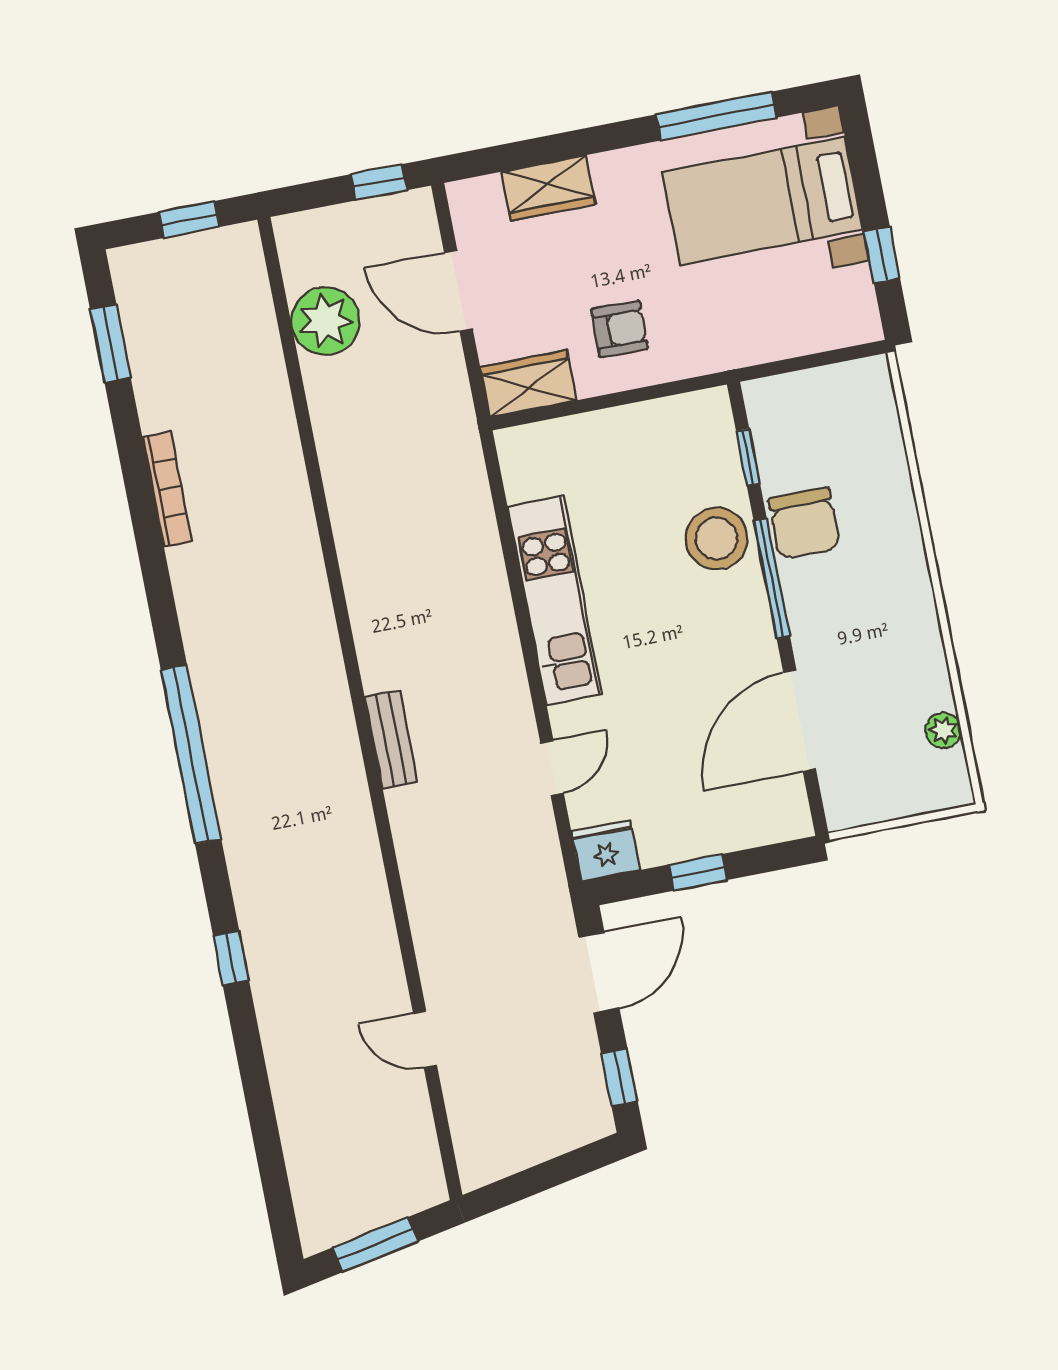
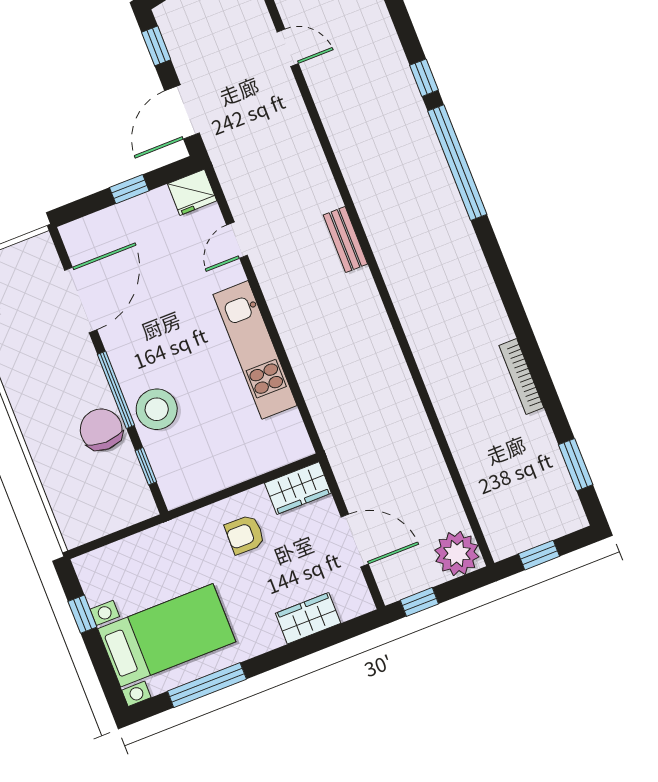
plant: (326, 321) -> (457, 553), moved
window: (191, 754) -> (457, 163), moved

